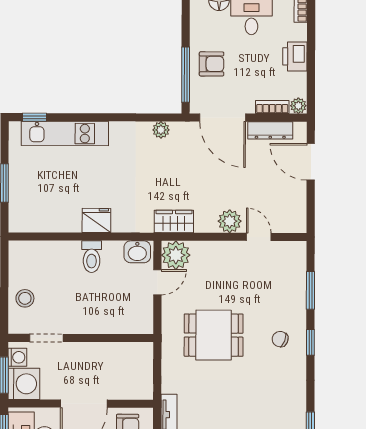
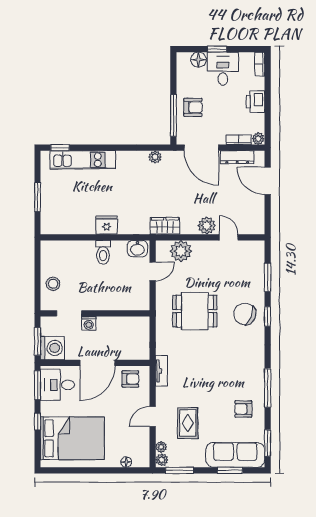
plant: (176, 255) -> (181, 251), moved
chair: (280, 339) -> (245, 314), width x1.87, depth x1.87
washing machine: (17, 357) -> (89, 323), moved, turned 90

